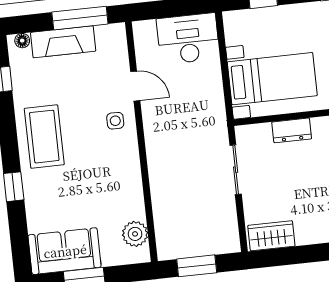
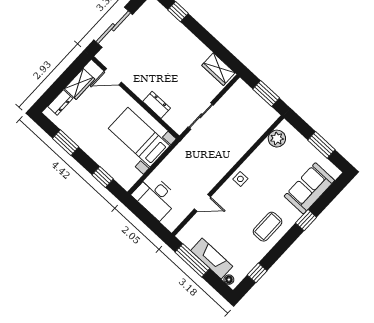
door: (135, 86) -> (202, 203), swing flipped
side table: (115, 121) -> (240, 179), moved
coffee table: (44, 137) -> (268, 227), width x0.73, depth x0.76
sofa: (65, 251) -> (309, 188), moved, turned 90

